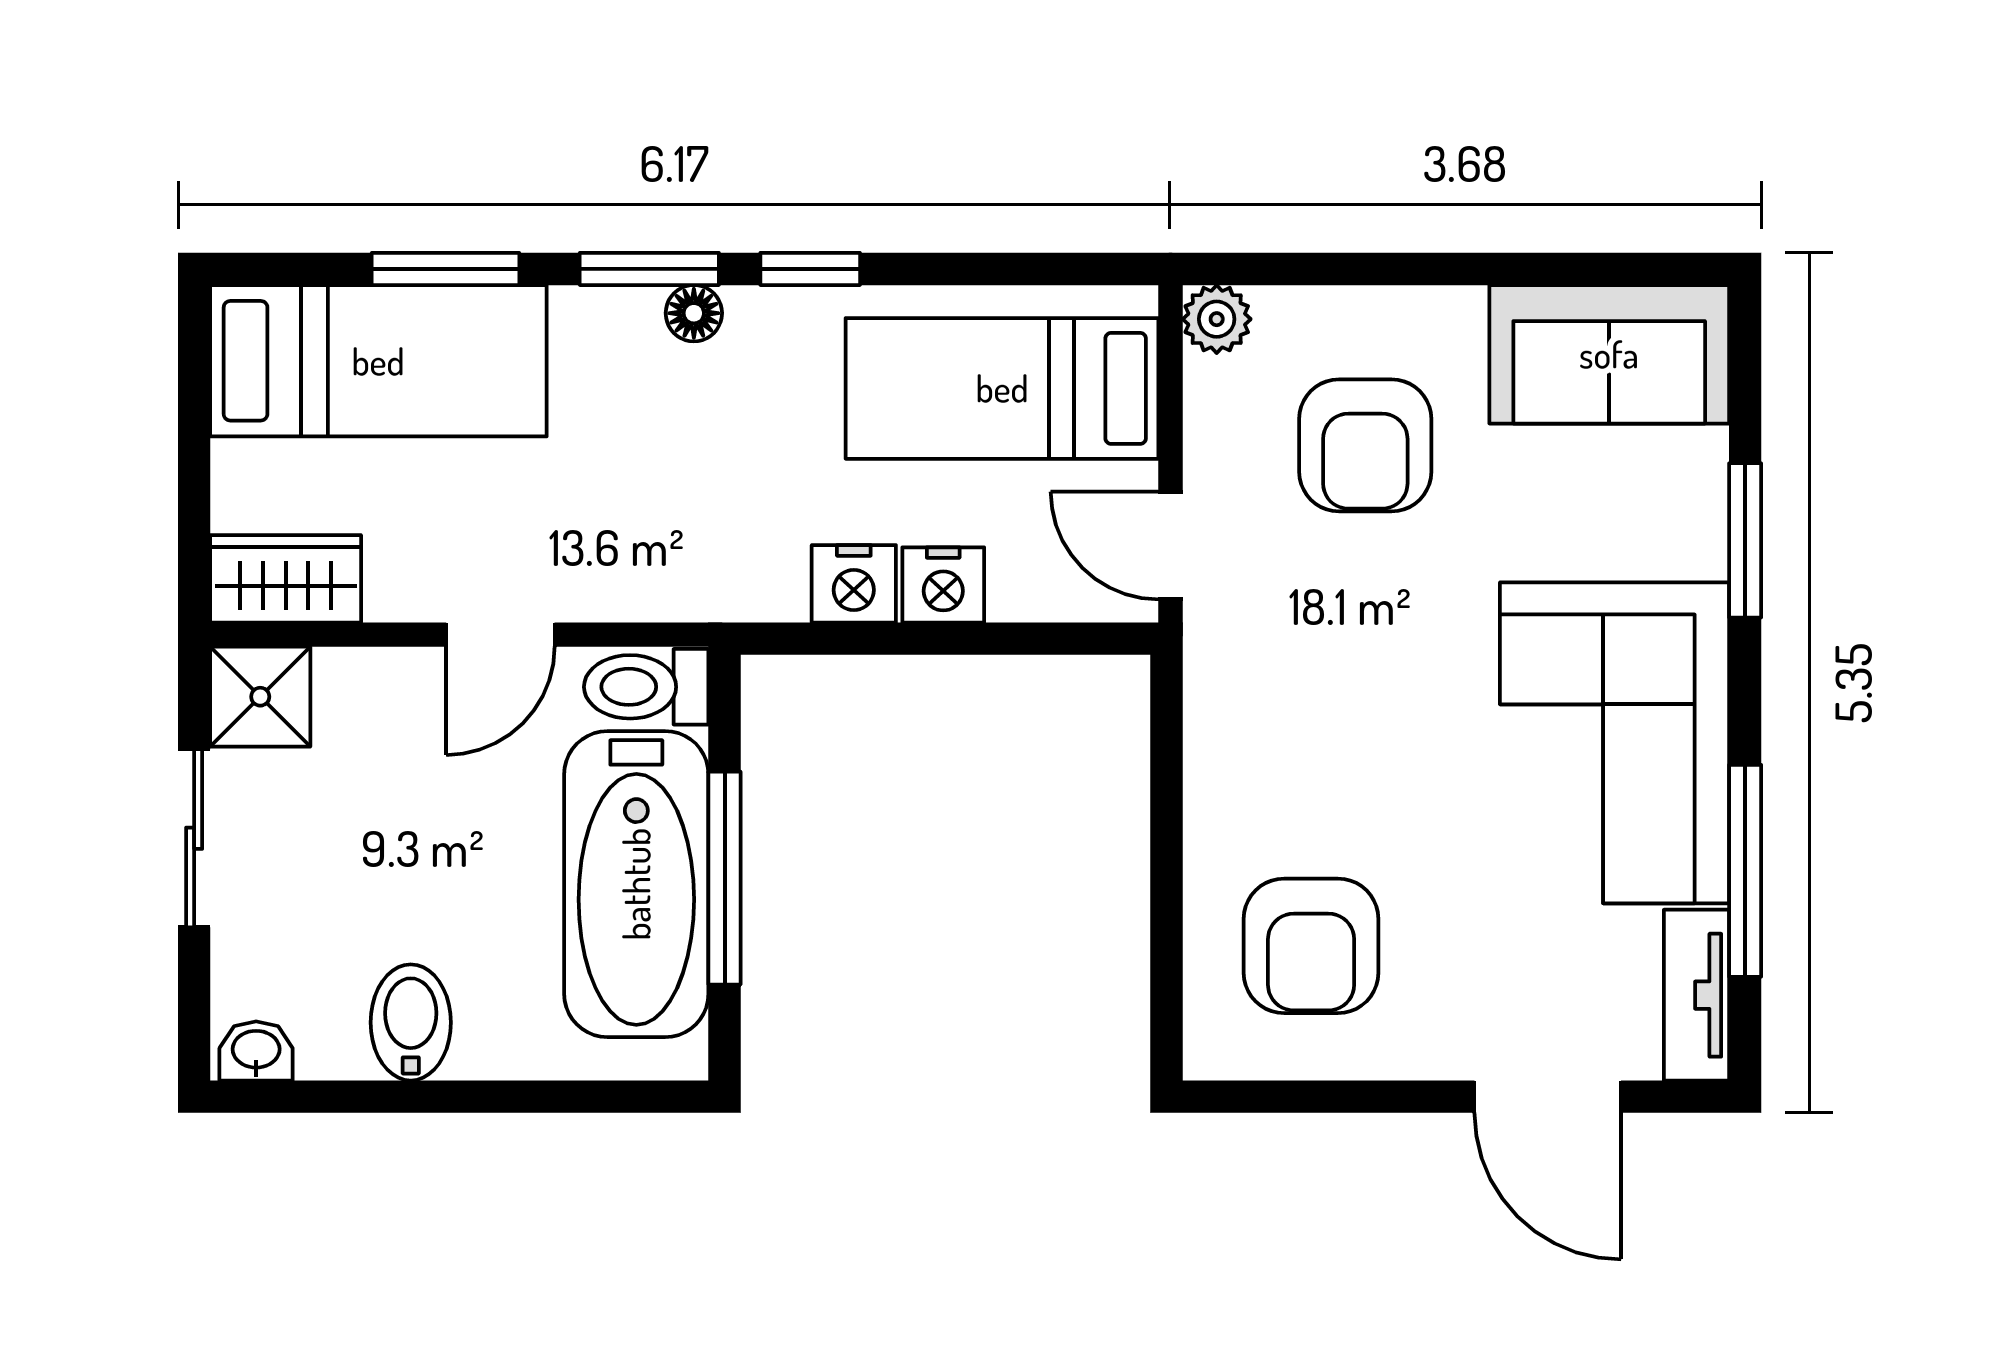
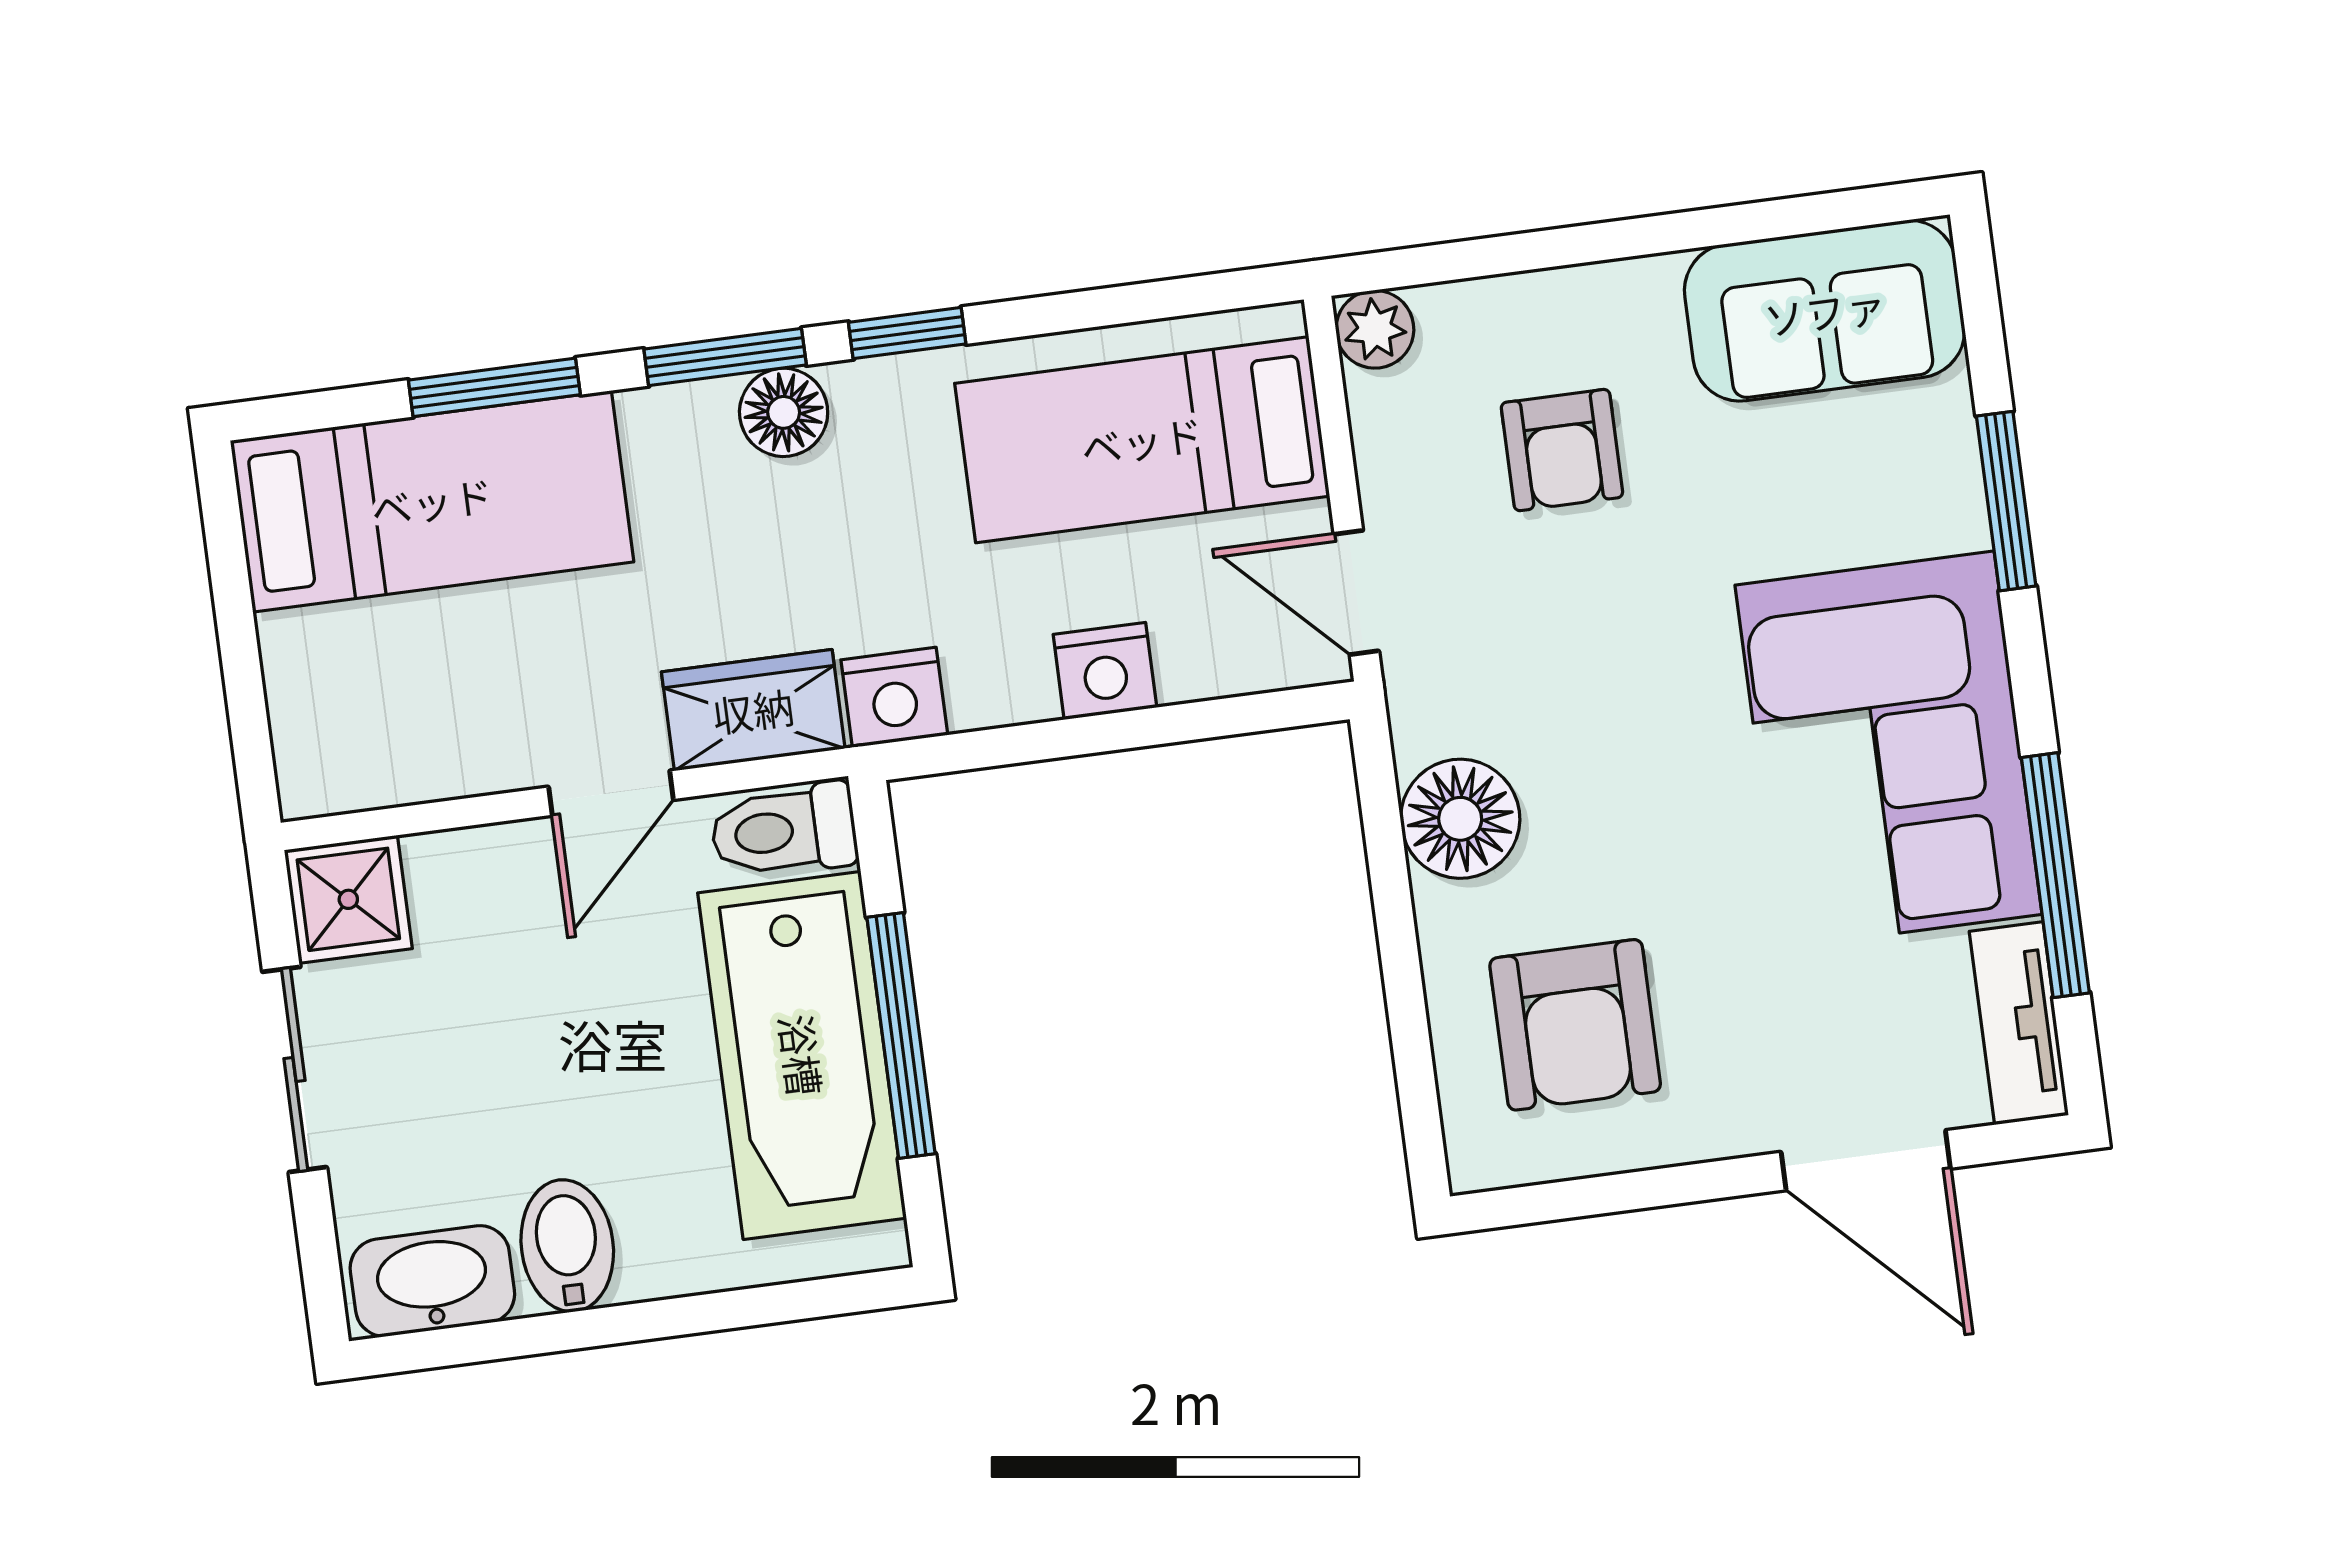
floor lamp: (694, 313) -> (784, 412), width x1.37, depth x1.37
armchair: (1365, 445) -> (1562, 450), width x0.72, depth x0.72
wardrobe: (286, 579) -> (753, 710), moved
nightstand: (854, 584) -> (894, 697), moved
floor lamp: (1235, 754) -> (1460, 819), added
washbasin: (256, 1051) -> (432, 1281), width x1.91, depth x1.45

